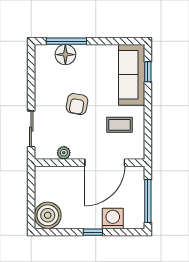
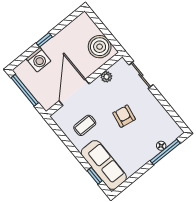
floor lamp: (65, 55) -> (161, 146), width x0.53, depth x0.53
boiler: (48, 215) -> (100, 47), moved

